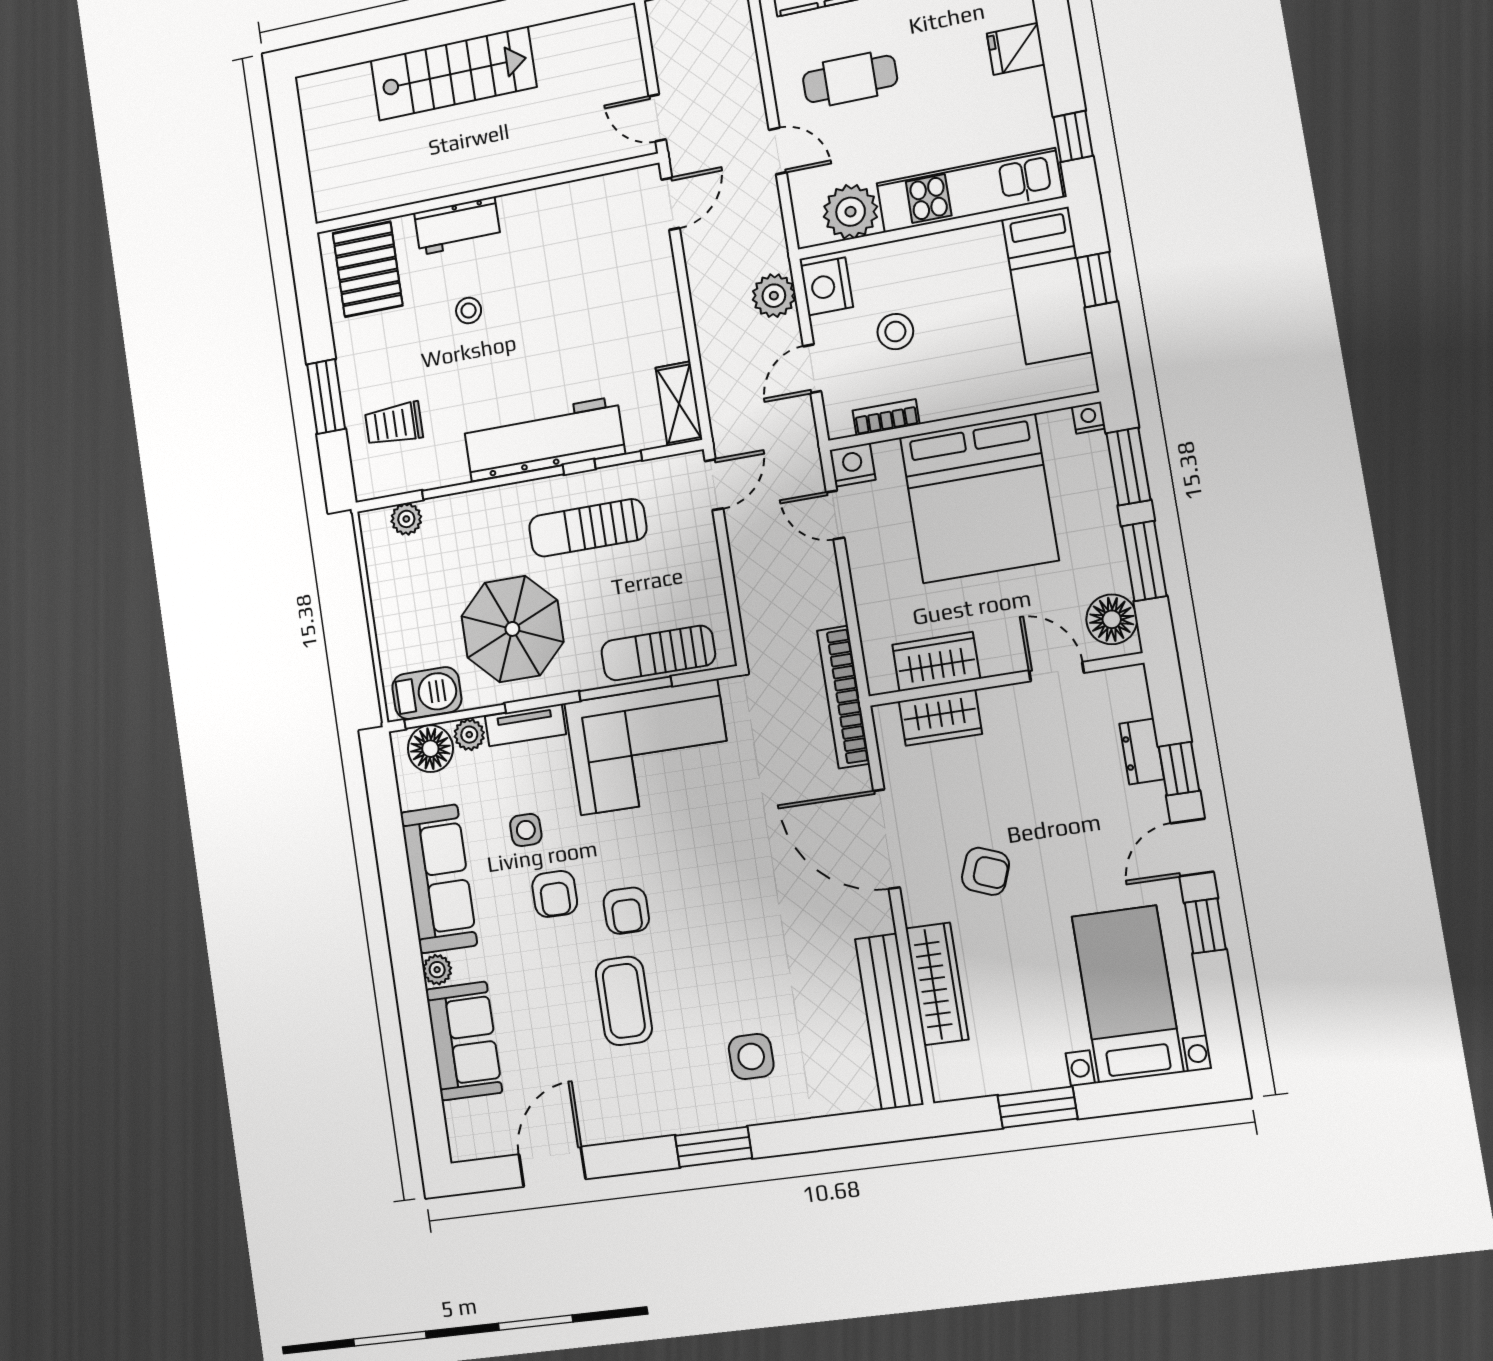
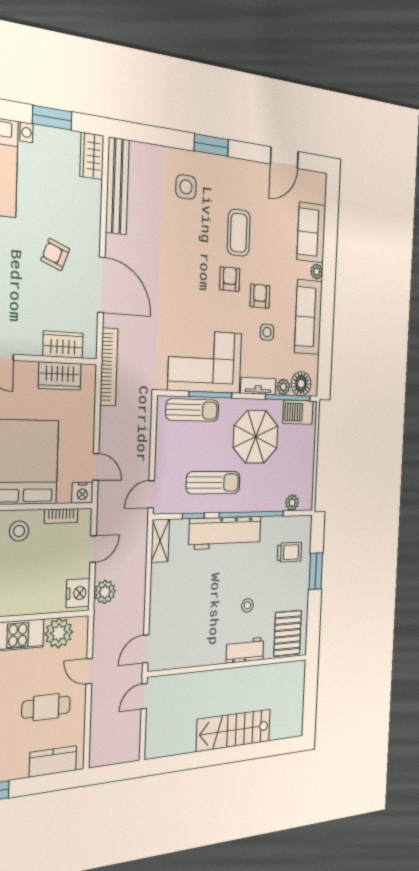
door: (657, 118) -> (144, 696), swing flipped
stool: (895, 332) -> (19, 531), moved
wardrobe: (937, 984) -> (92, 156), moved, width x0.67

